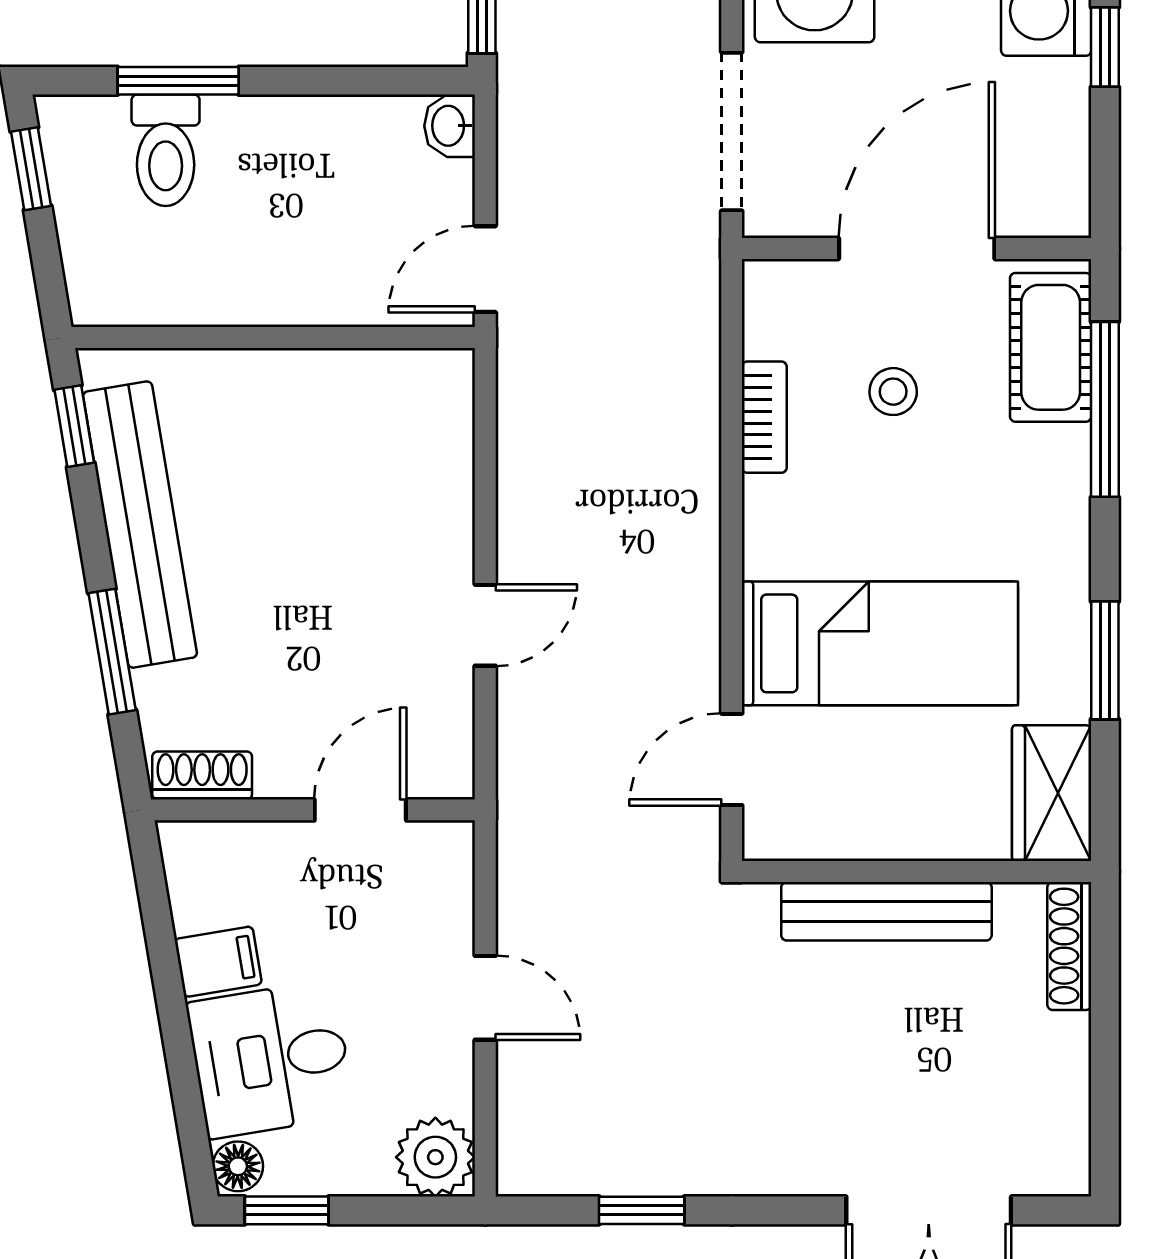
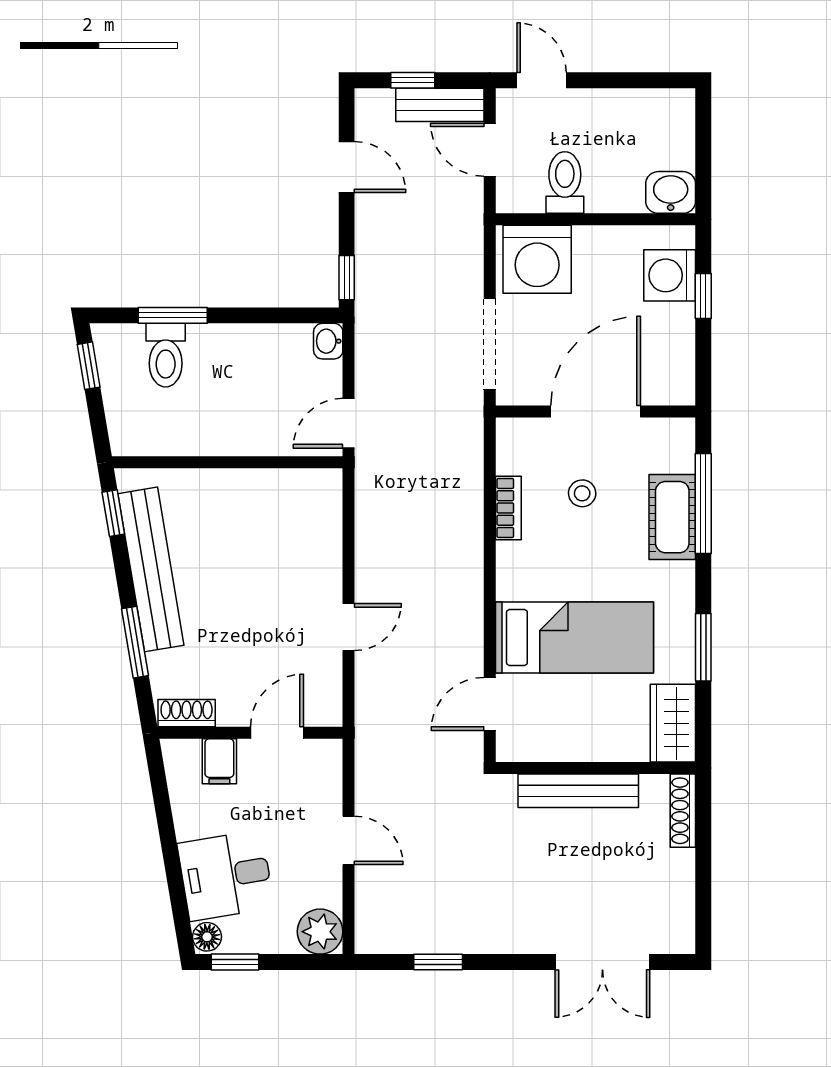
cot: (1051, 347) -> (672, 517), moved
filing cabinet: (218, 962) -> (219, 761), moved, turned 100

